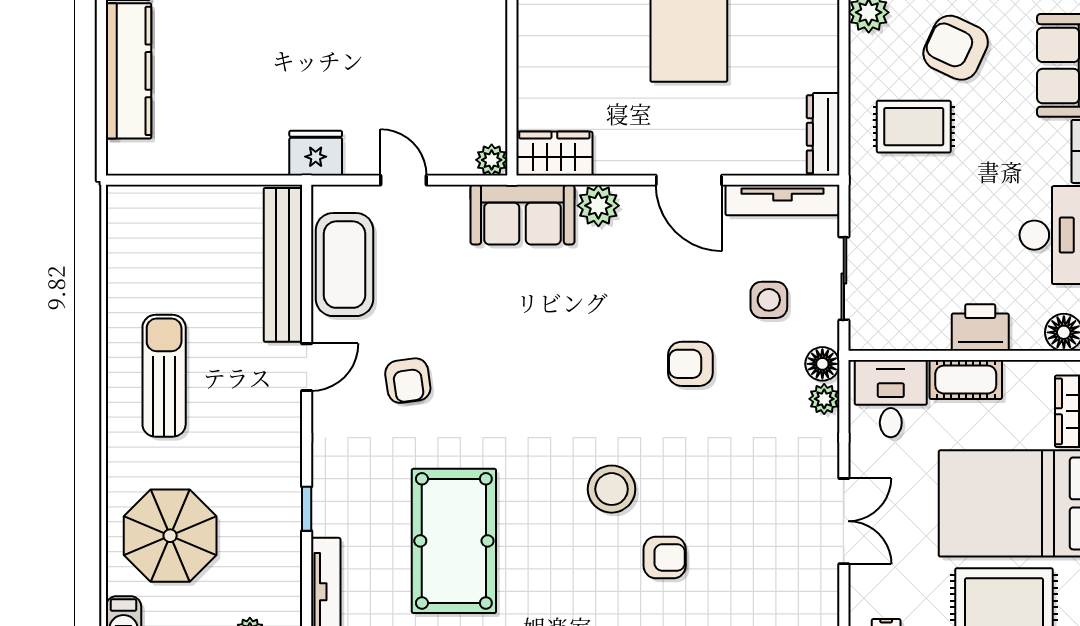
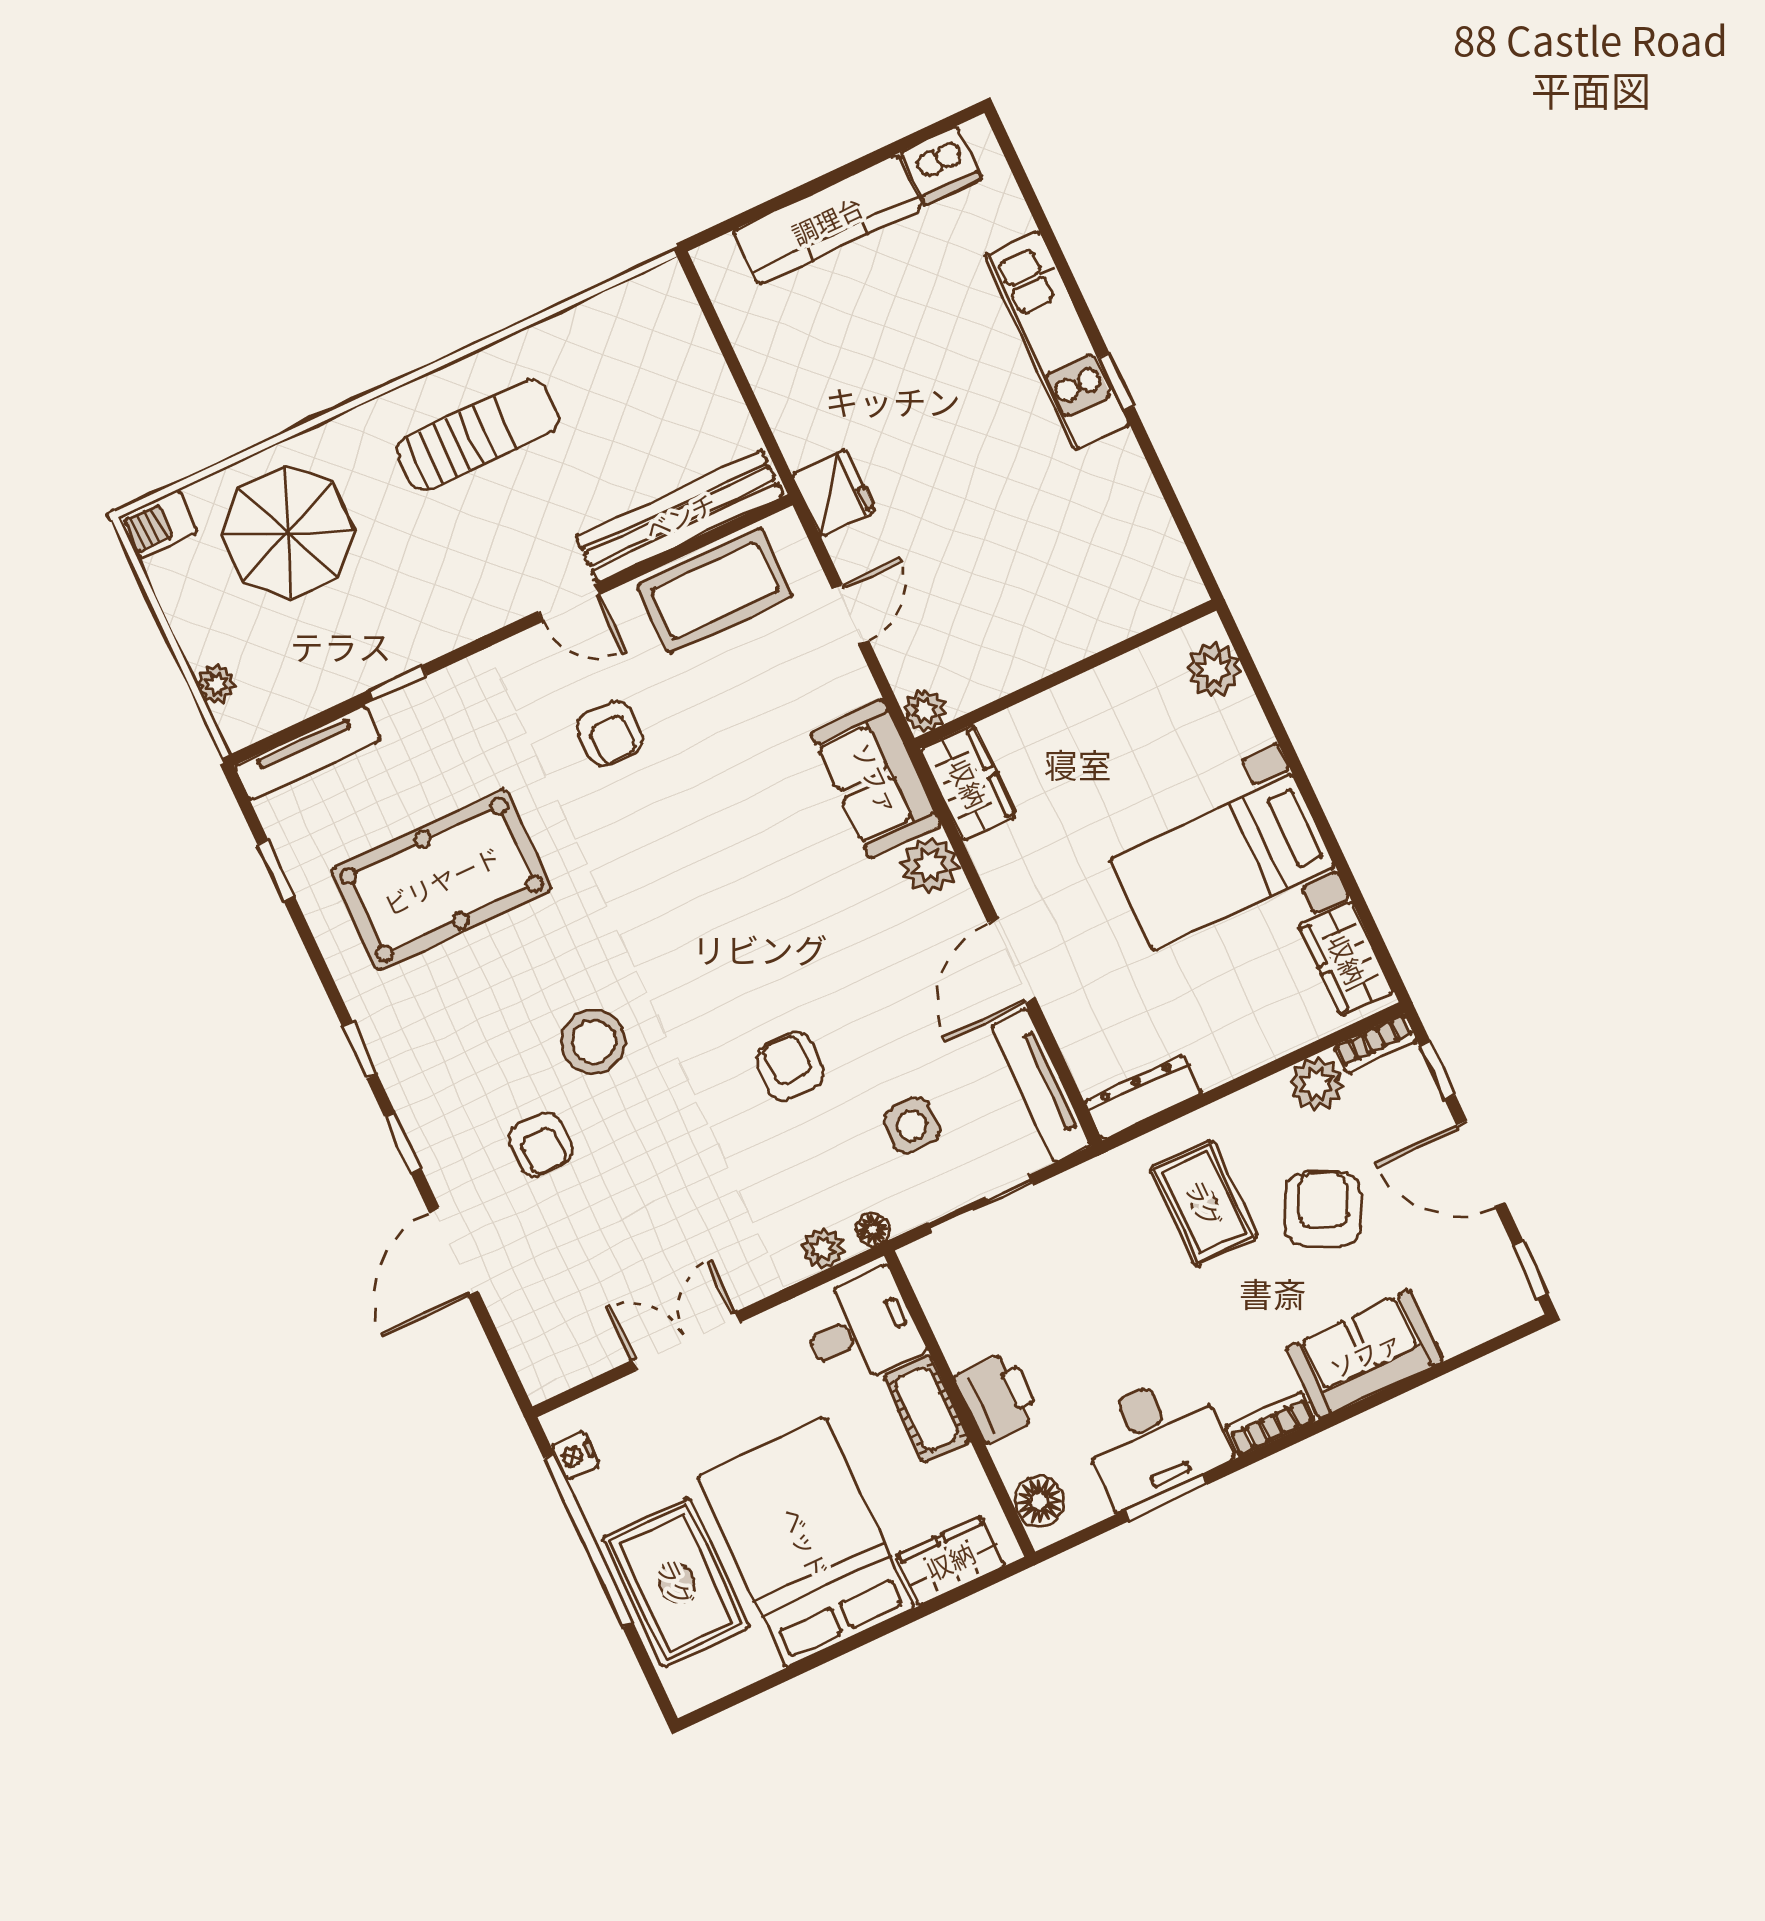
floor lamp: (822, 364) -> (873, 1229), width x0.73, depth x0.73
armchair: (408, 381) -> (610, 733), turned -82
double door: (844, 521) -> (686, 1341), swing flipped

